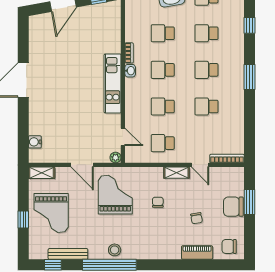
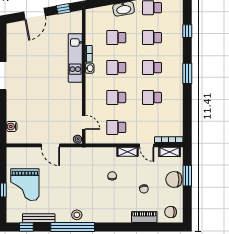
kitchen unit: (113, 84) -> (75, 58), moved
shelving: (42, 173) -> (170, 152), moved
grand piano: (115, 195) -> (77, 170), removed

